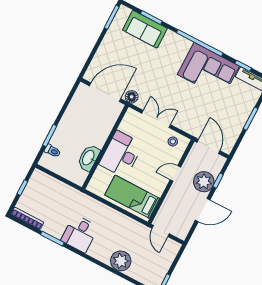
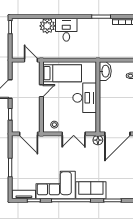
sofa: (145, 29) -> (91, 190), moved
washbasin: (89, 158) -> (105, 71), moved
door: (175, 173) -> (41, 91), moved
plant: (204, 182) -> (19, 109), removed
desk: (80, 234) -> (66, 30), moved

